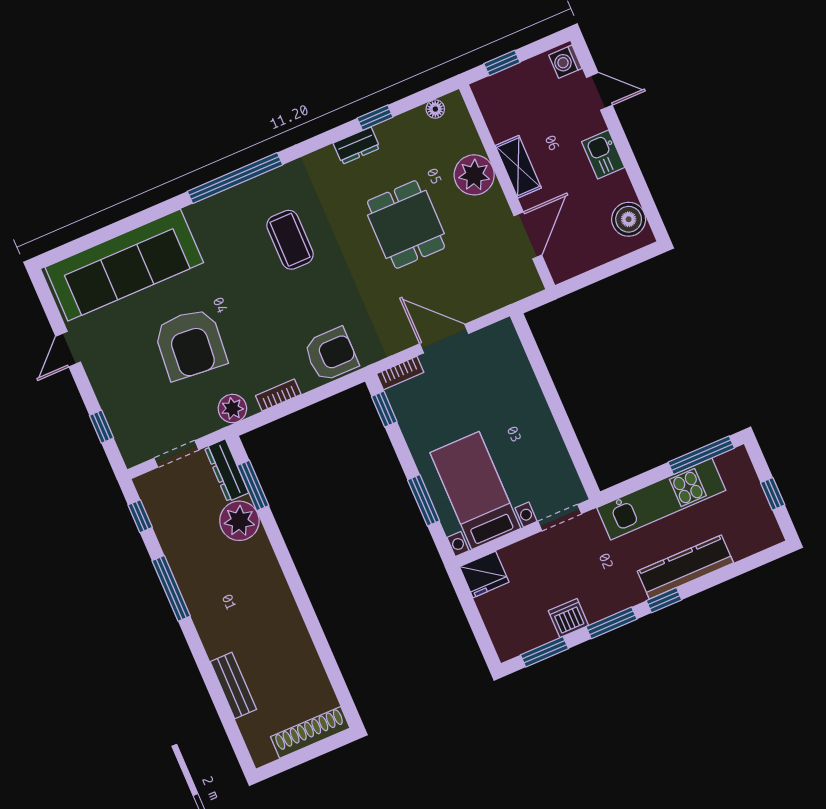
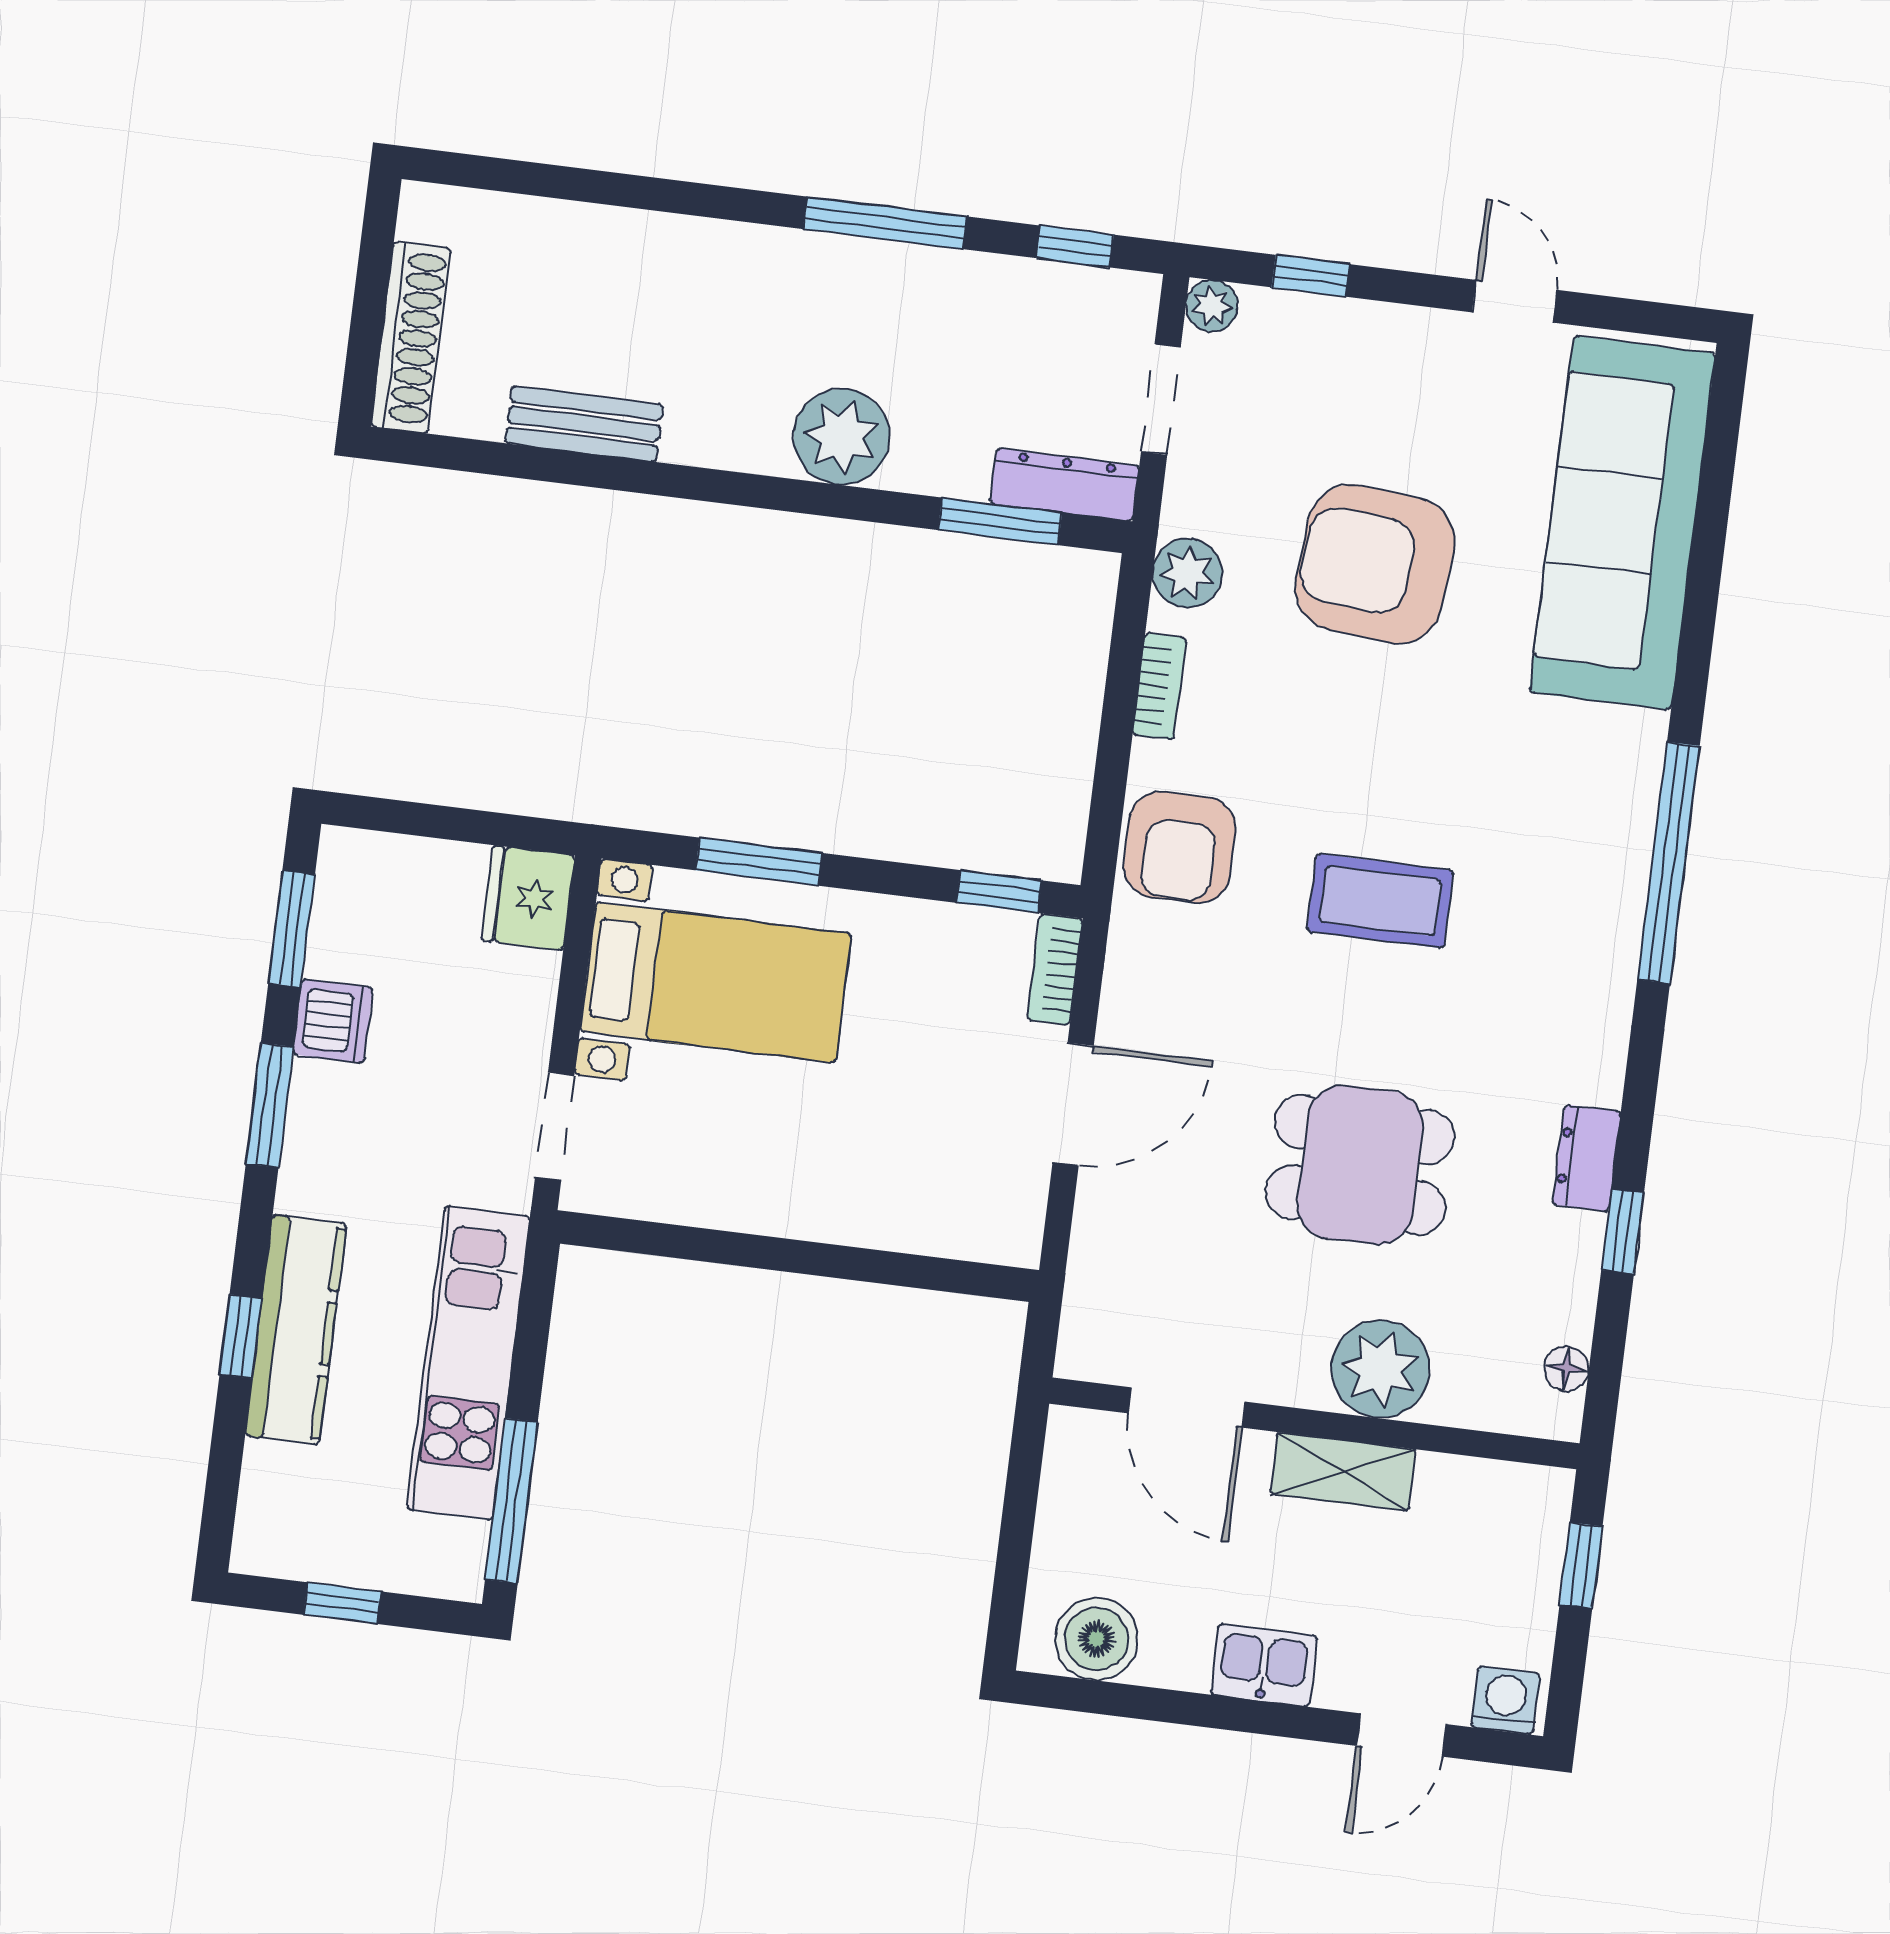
coffee table: (290, 240) -> (1380, 901), moved
plant: (133, 455) -> (1212, 306), added
plant: (239, 521) -> (842, 437), moved
window: (664, 600) -> (241, 1336), moved
bench: (233, 685) -> (584, 424), moved

